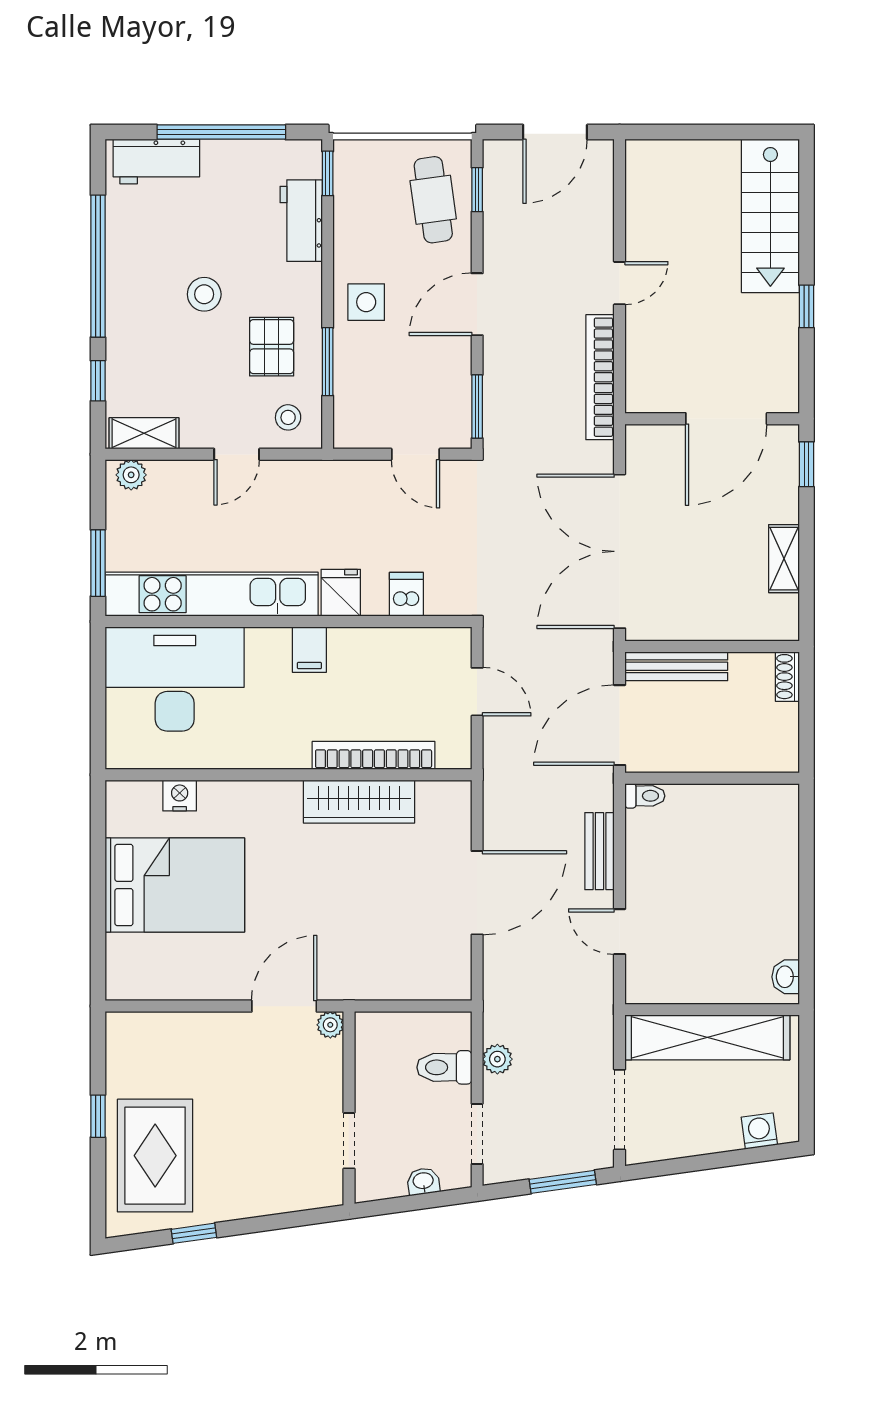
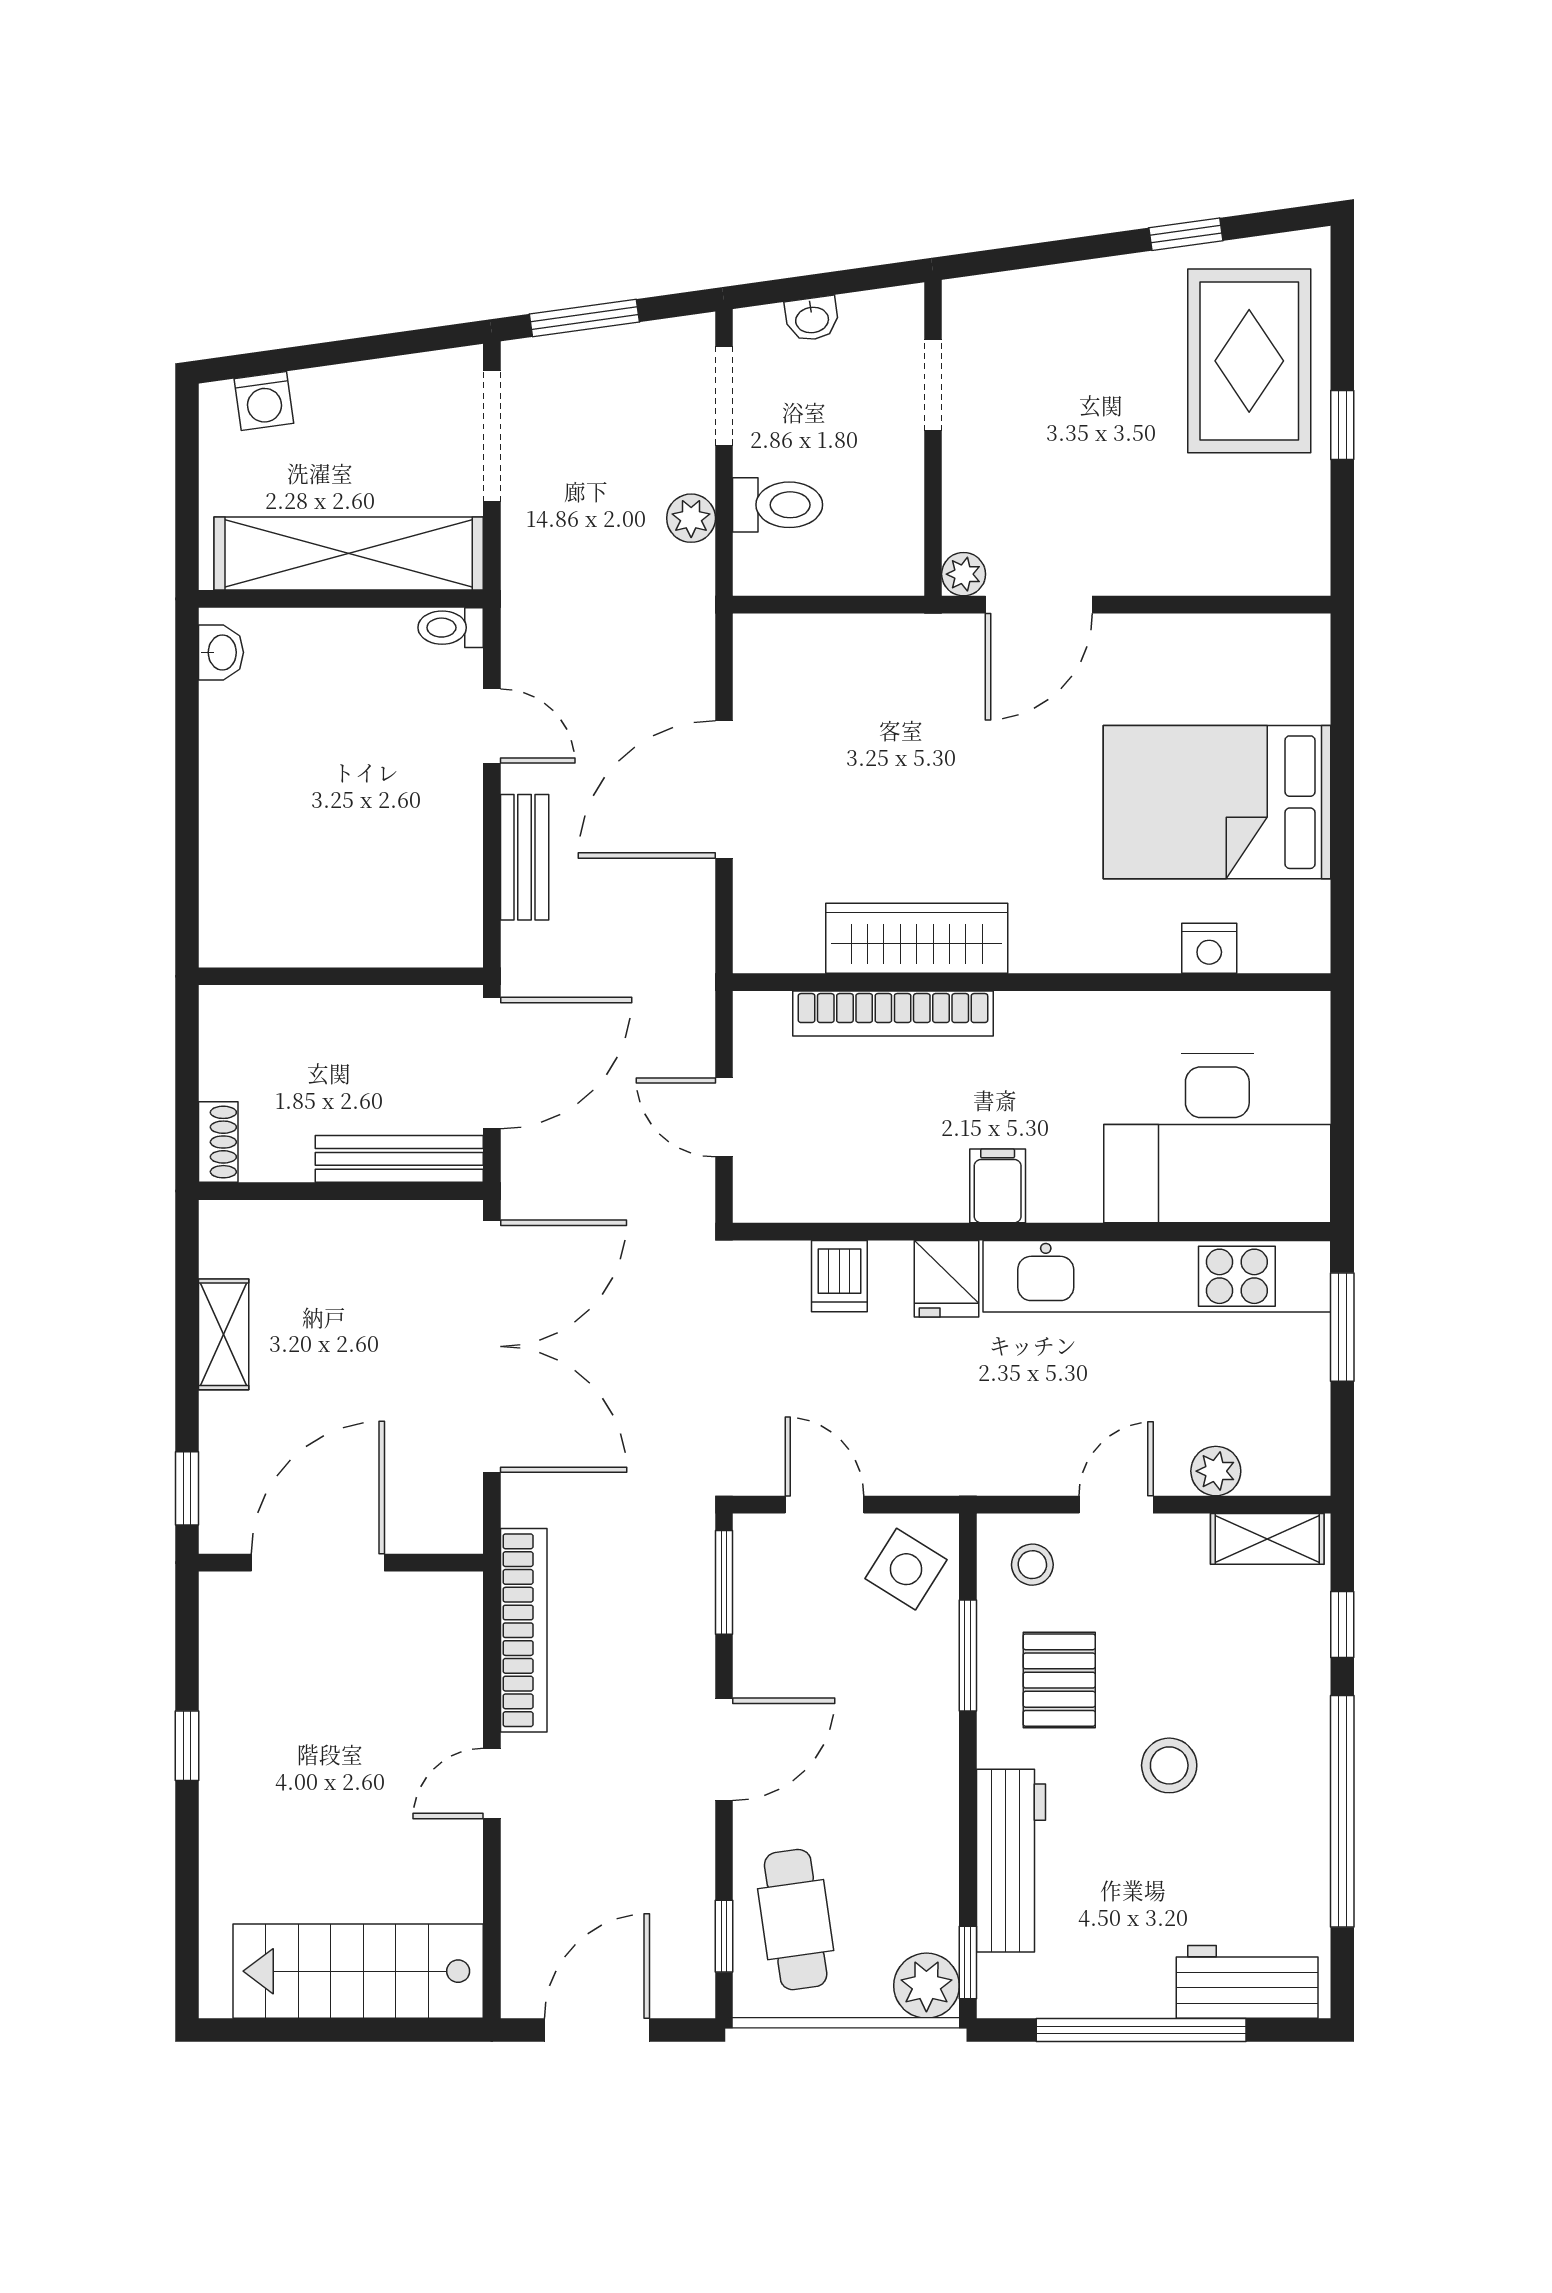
plant: (353, 159) -> (926, 1986), added
stairs: (770, 216) -> (358, 1971), moved, turned -90
workbench: (301, 221) -> (1011, 1861), width x1.38
side table: (366, 302) -> (906, 1569), moved, turned 32
plant: (131, 475) -> (1216, 1471), moved
toilet: (645, 796) -> (451, 628), moved

